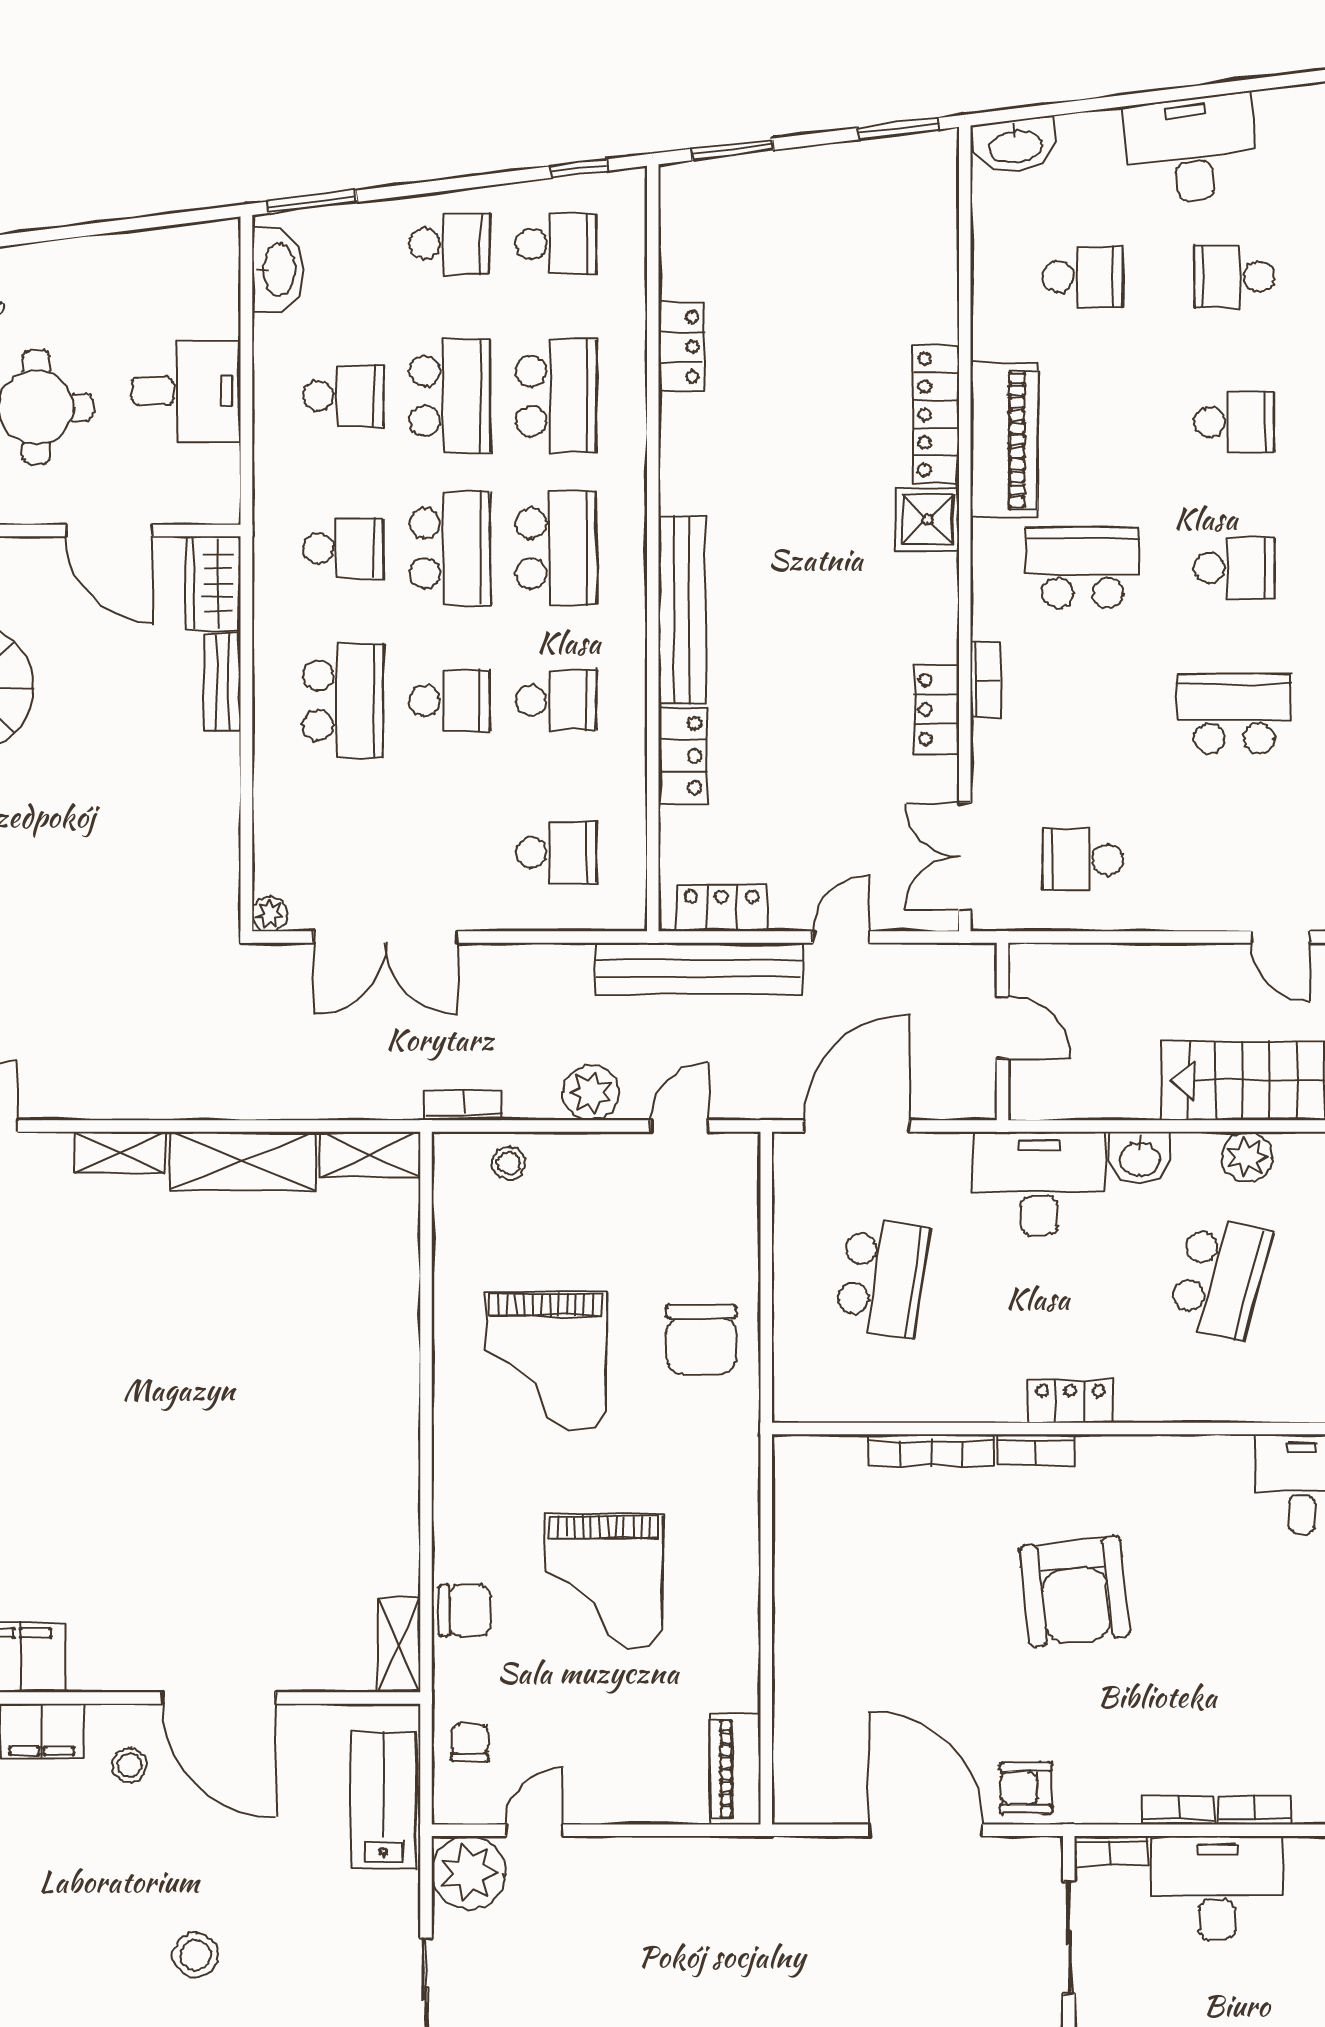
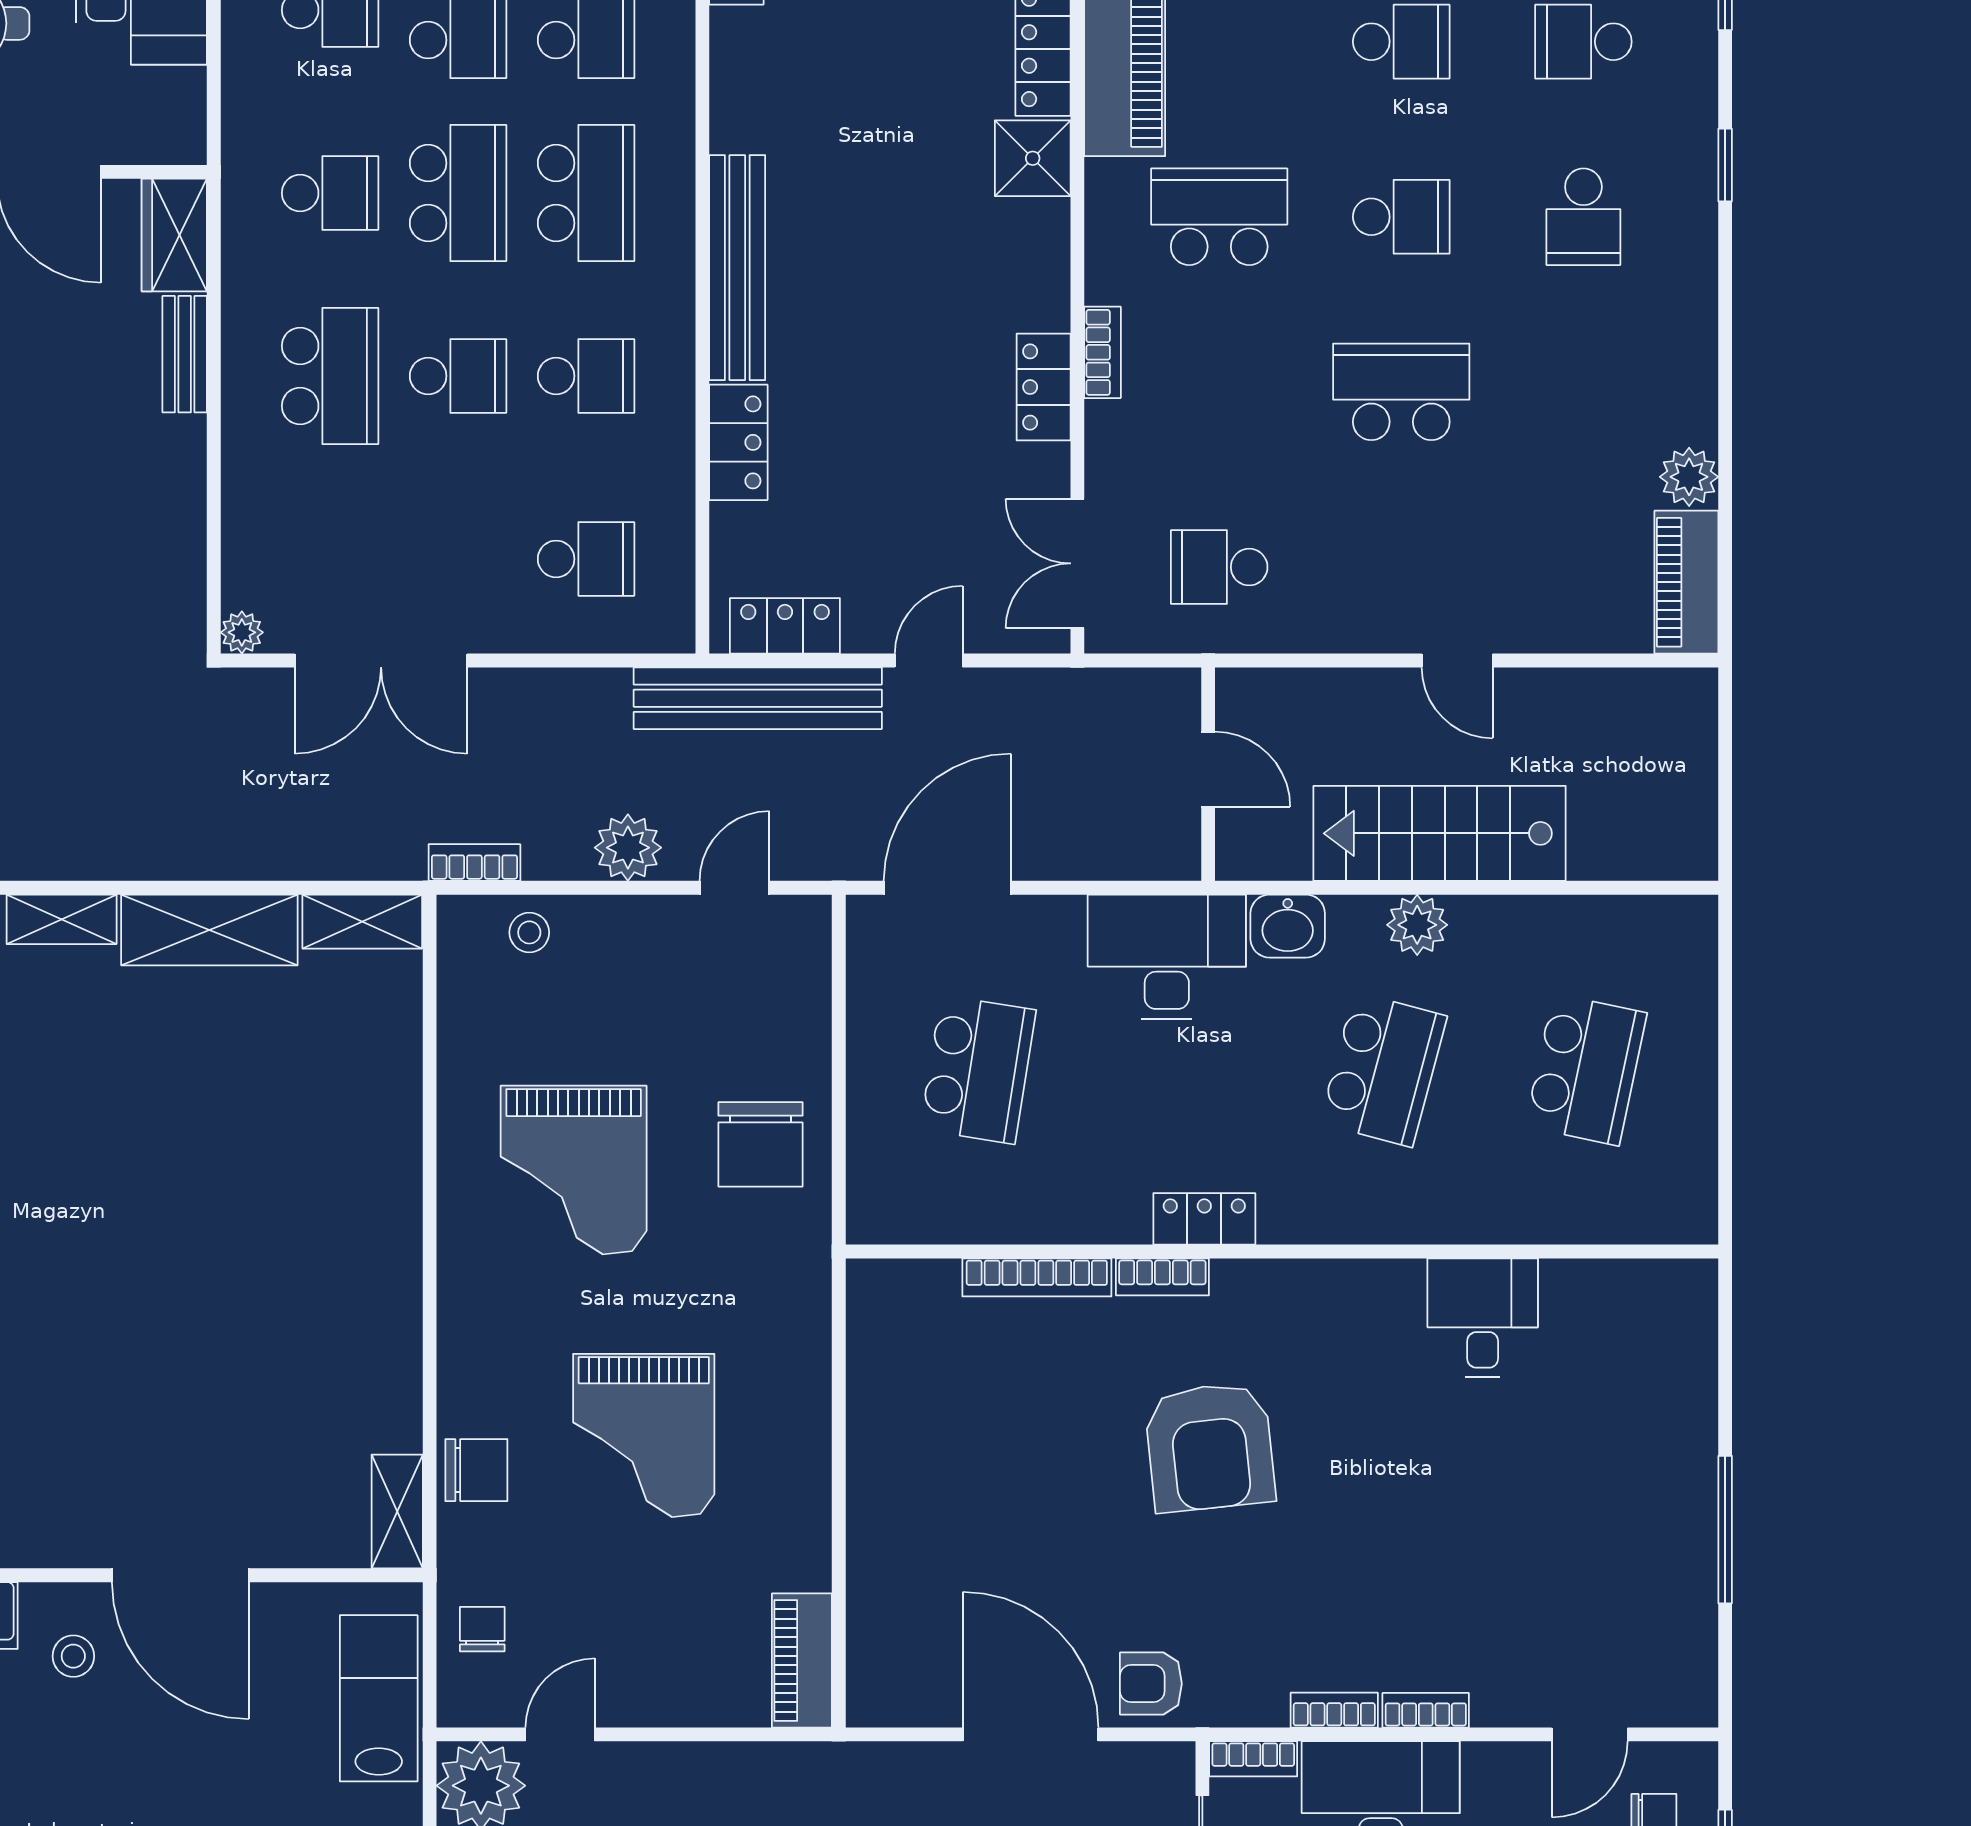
door: (1003, 1028) -> (1208, 769), moved
wall: (1003, 1032) -> (1208, 774), moved

